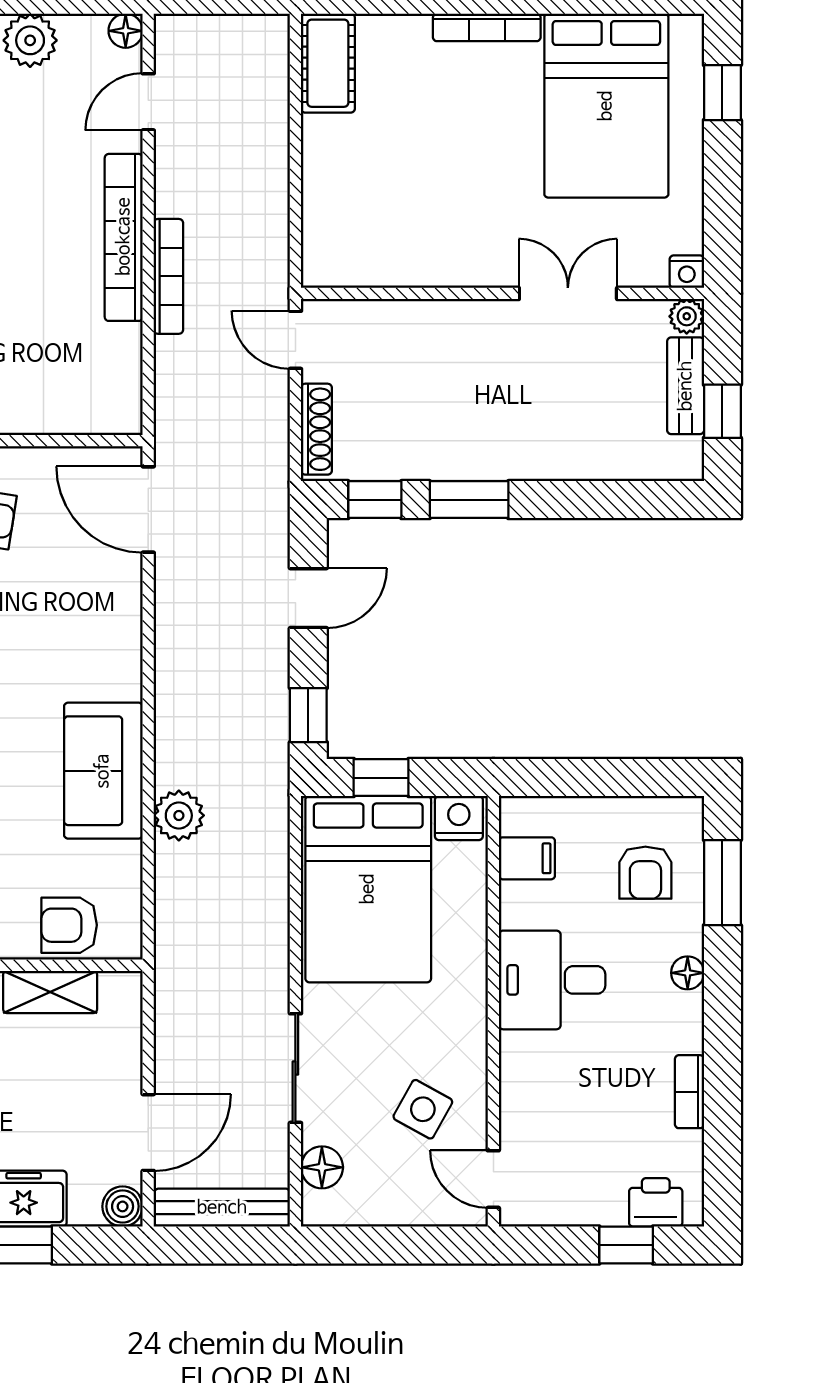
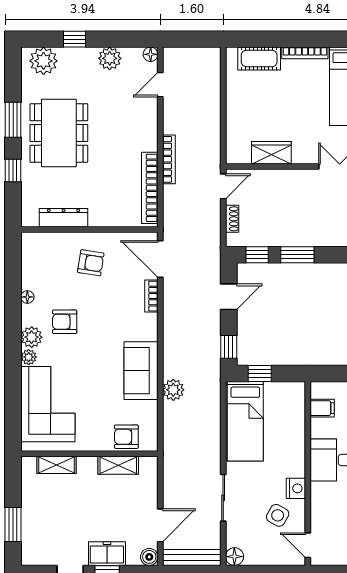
cot: (328, 63) -> (259, 59), moved, turned 90
bookcase: (124, 237) -> (150, 188), moved
wardrobe: (408, 261) -> (271, 153), added
door: (295, 340) -> (223, 186), swing flipped
shoe rack: (316, 429) -> (232, 219), width x0.70
bookcase: (128, 596) -> (151, 296), added
nightstand: (459, 818) -> (296, 488), moved, turned 90
bed: (368, 889) -> (245, 421), width x0.67
floor lamp: (322, 1167) -> (234, 557), moved

